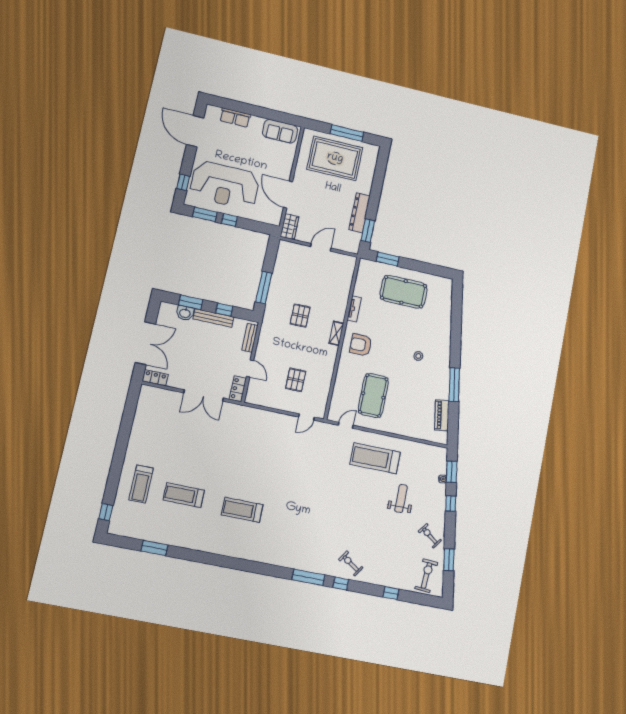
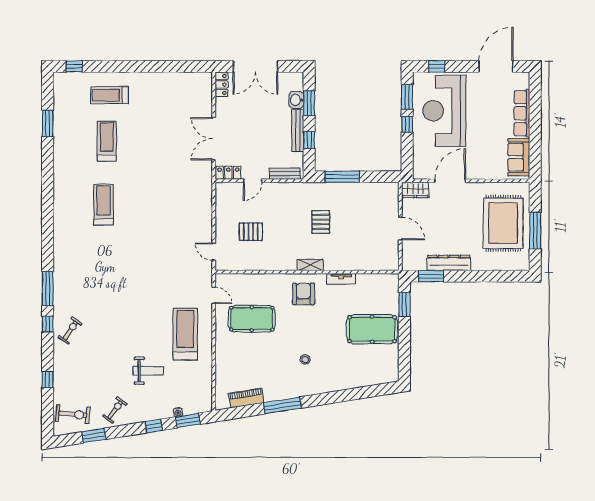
row of seats: (235, 118) -> (522, 113), width x1.48
pool table: (404, 292) -> (372, 329), turned 90
pallet: (300, 316) -> (321, 222), turned 90

